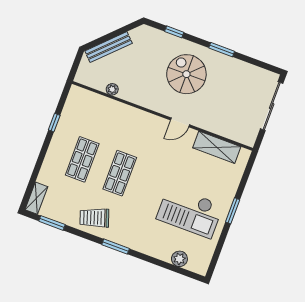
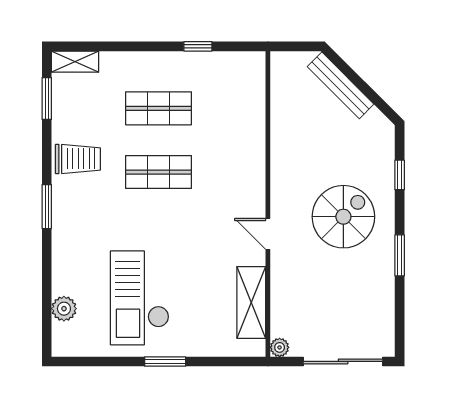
plant: (112, 89) -> (280, 347), moved
trolley: (94, 218) -> (78, 159), turned 109

